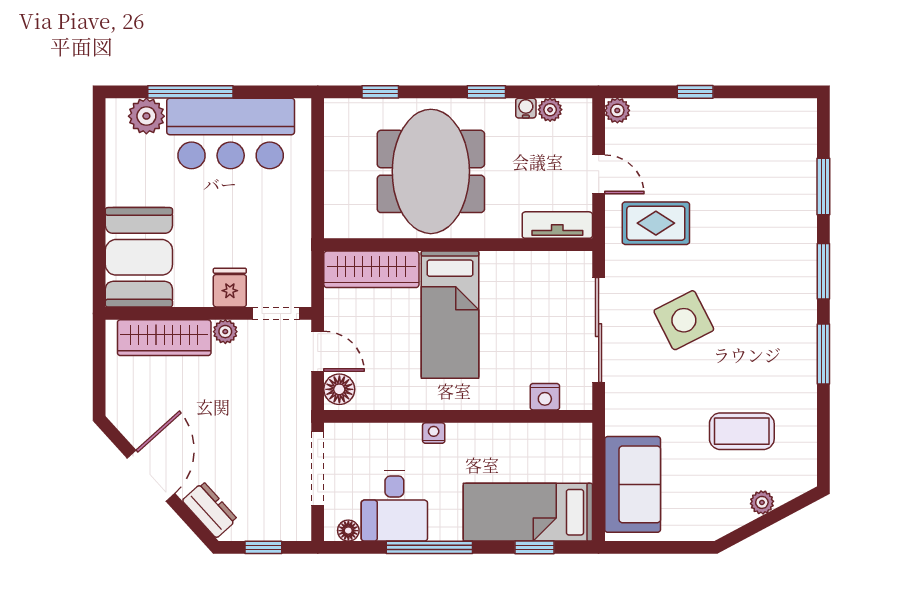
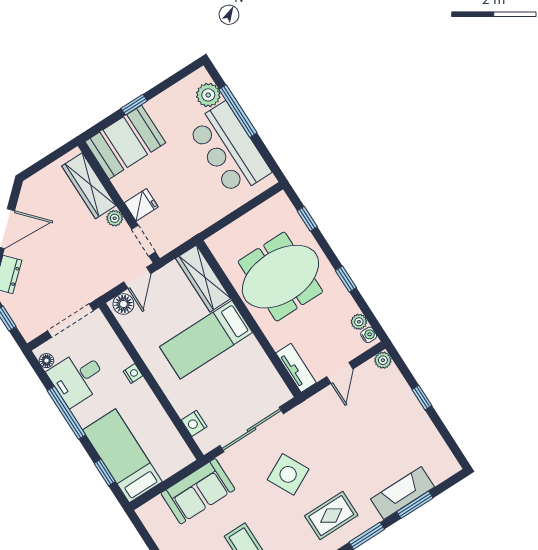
water cooler: (526, 108) -> (369, 335), moved
fireplace: (799, 192) -> (403, 493), added
window: (99, 216) -> (134, 105), added
rug: (656, 223) -> (331, 516), moved, turned 90
sofa: (633, 484) -> (198, 491), moved

